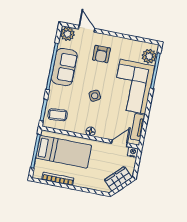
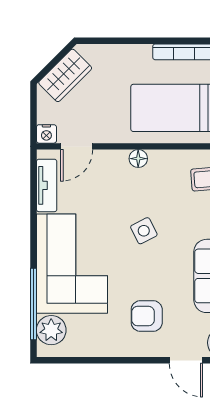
armchair: (101, 54) -> (147, 316), turned -90

